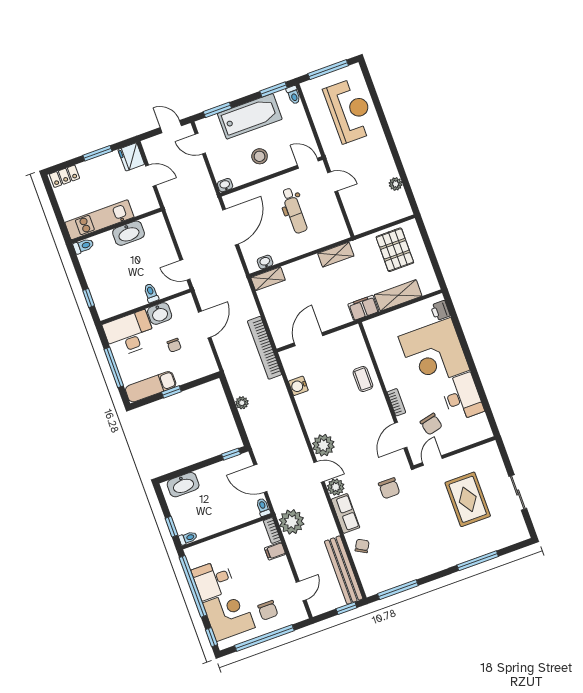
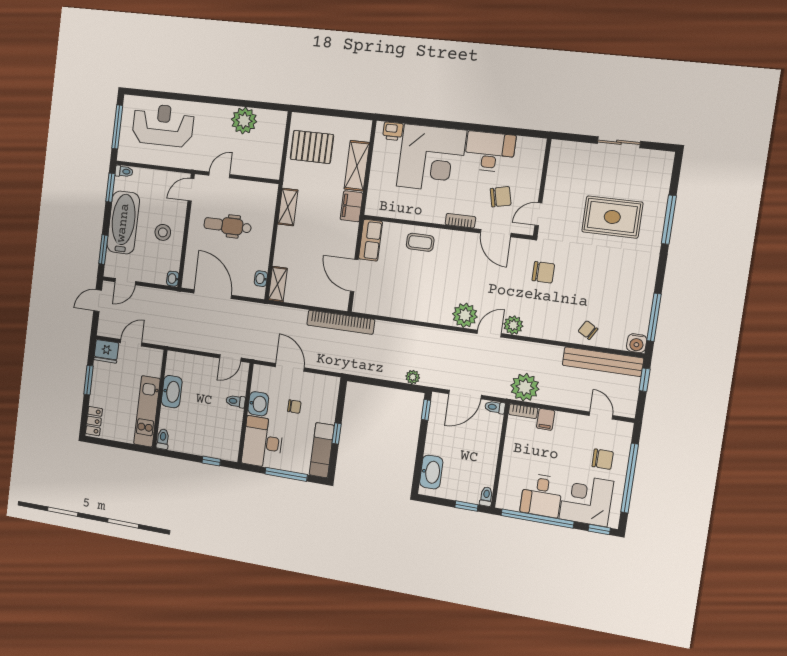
plant: (396, 184) -> (244, 121), width x1.88, depth x1.88
dental chair: (294, 211) -> (228, 226), turned 180
water cooler: (298, 386) -> (637, 343), moved
plant: (242, 403) -> (413, 377), moved
door: (432, 461) -> (538, 214), hinge flipped
rug: (468, 499) -> (612, 217), moved
row of seats: (345, 513) -> (371, 240), moved, turned 90

